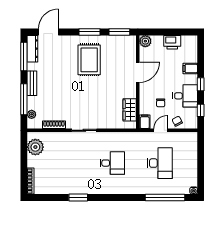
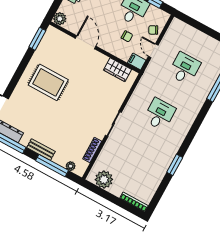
window: (89, 32) -> (22, 67), removed
desk: (160, 163) -> (184, 68), width x0.73

